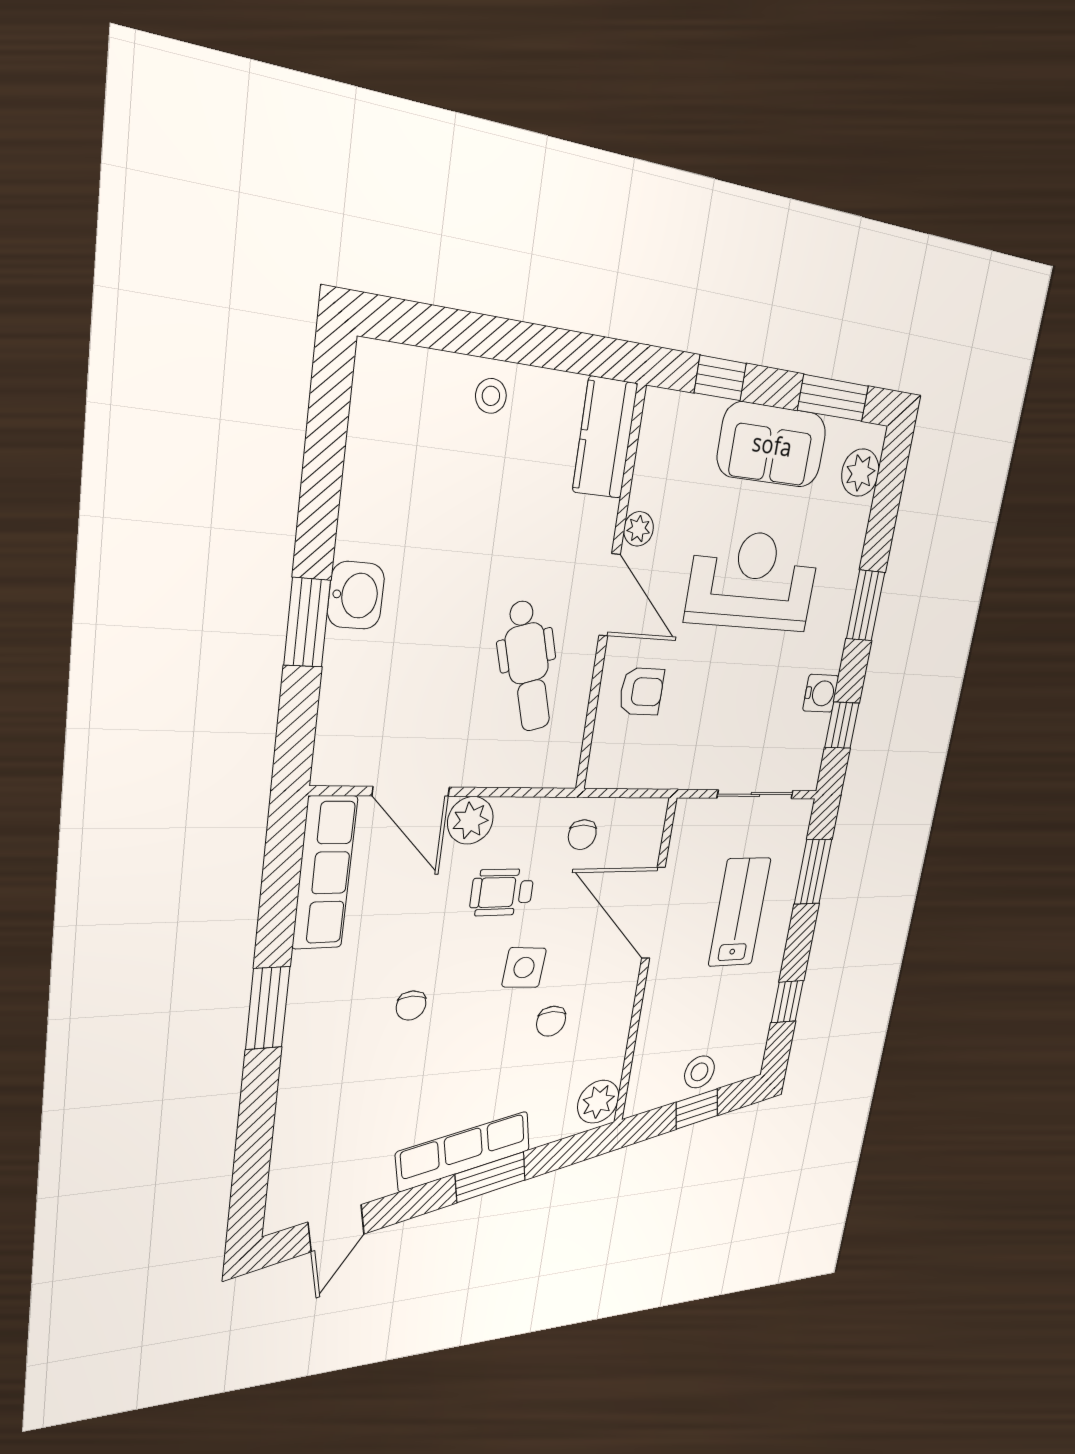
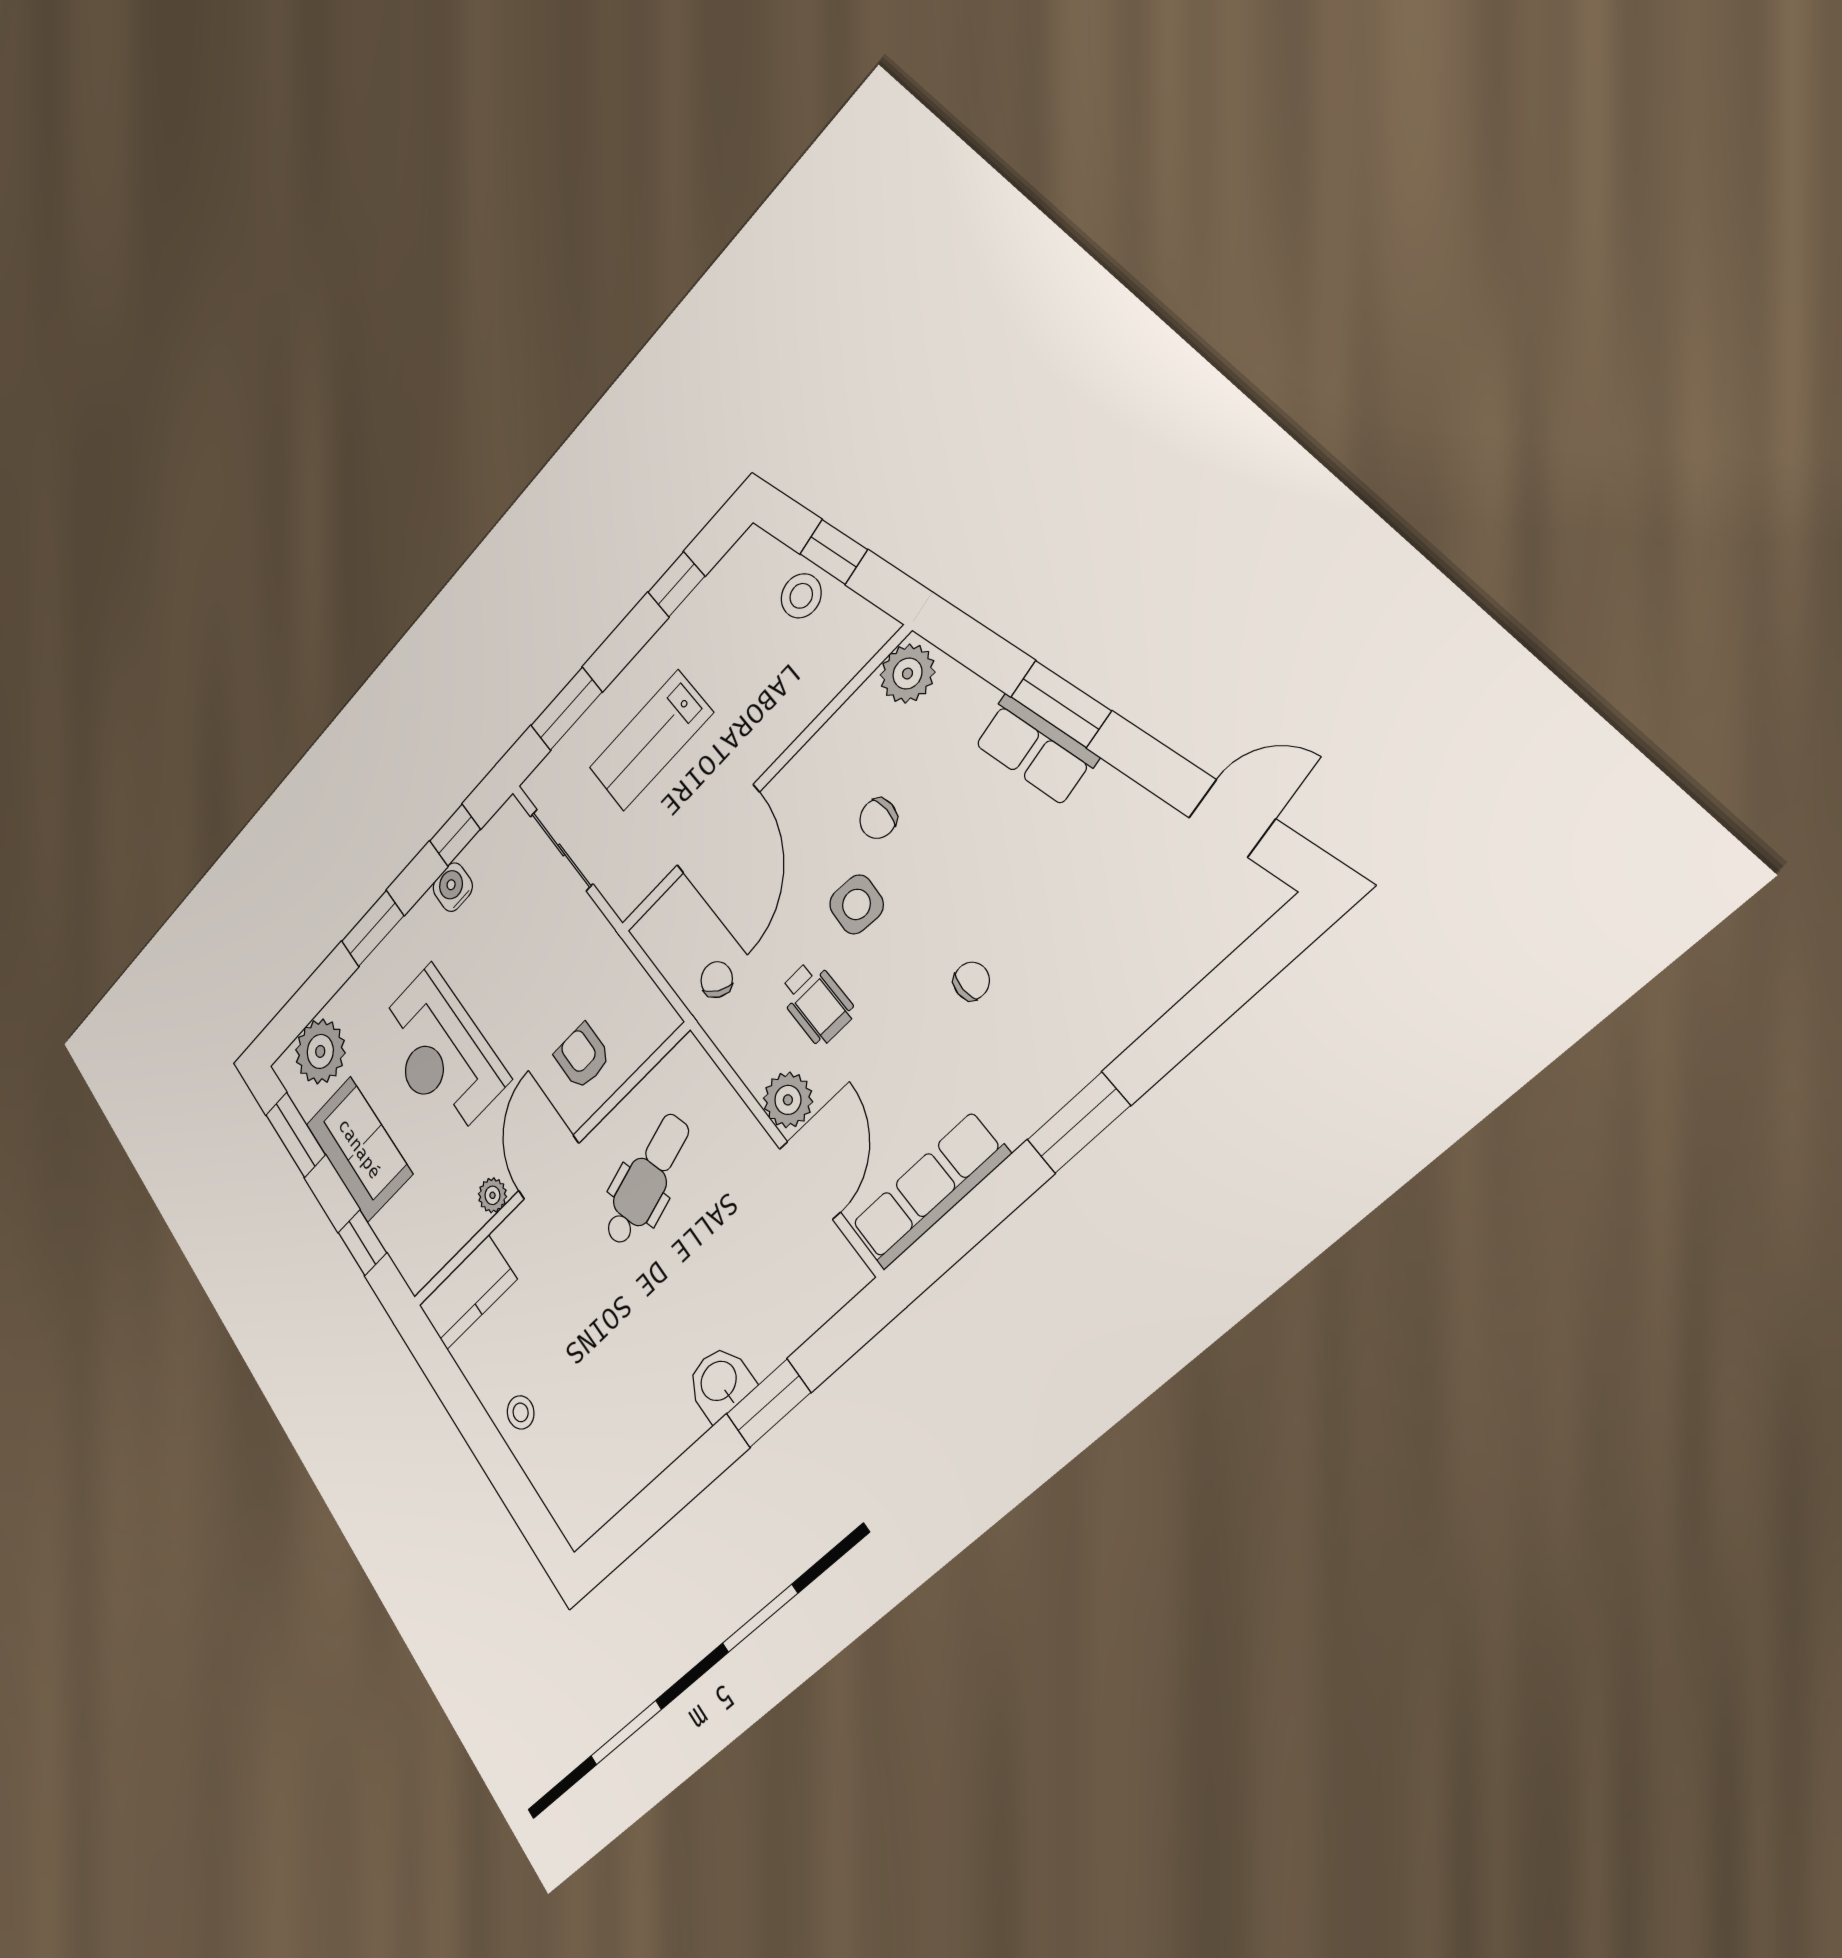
plant: (860, 473) -> (320, 1051), width x1.36, depth x1.36
chair: (582, 835) -> (717, 980), turned -59
chair: (551, 1021) -> (878, 819), turned 180
row of seats: (464, 1151) -> (1035, 750), width x0.68

